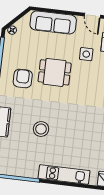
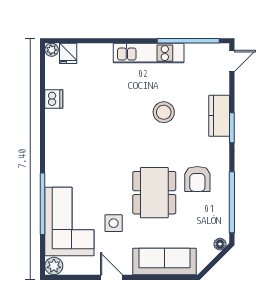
dining table: (55, 72) -> (154, 193), width x1.38
kitchen unit: (64, 175) -> (149, 53), moved

